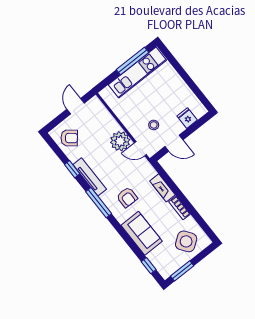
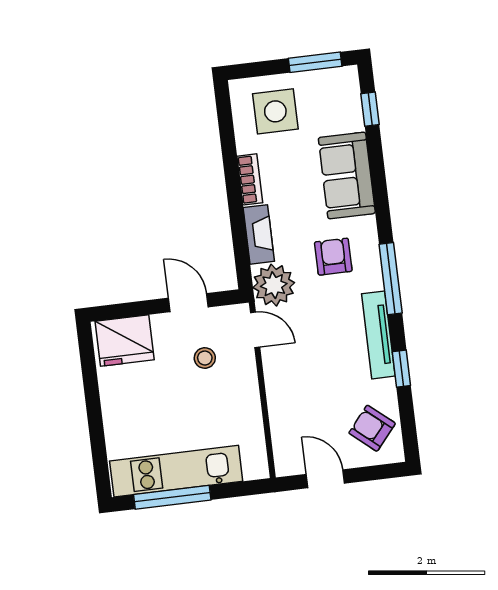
door: (76, 106) -> (325, 479), swing flipped
fridge: (187, 118) -> (125, 341), width x1.88, depth x1.34
plant: (120, 141) -> (274, 285), moved
side table: (186, 241) -> (275, 111), turned 36

